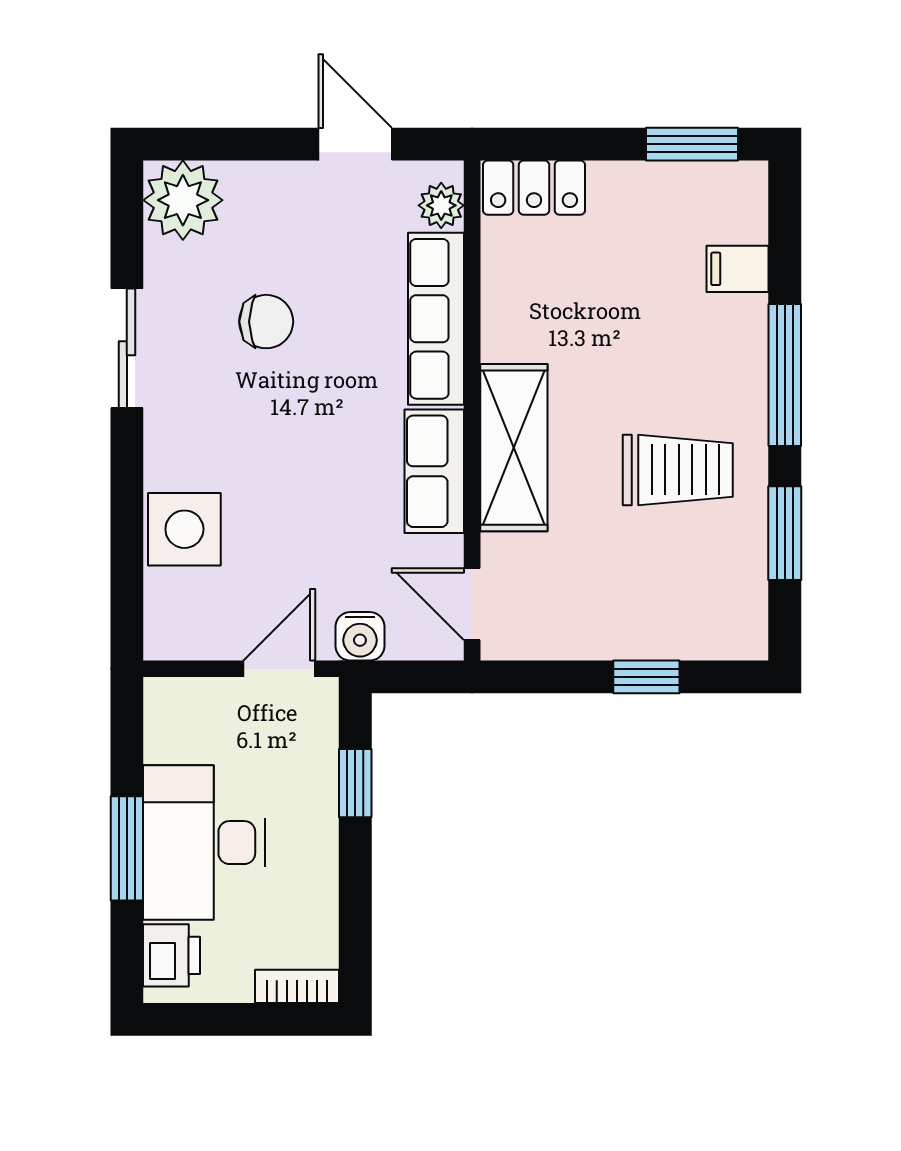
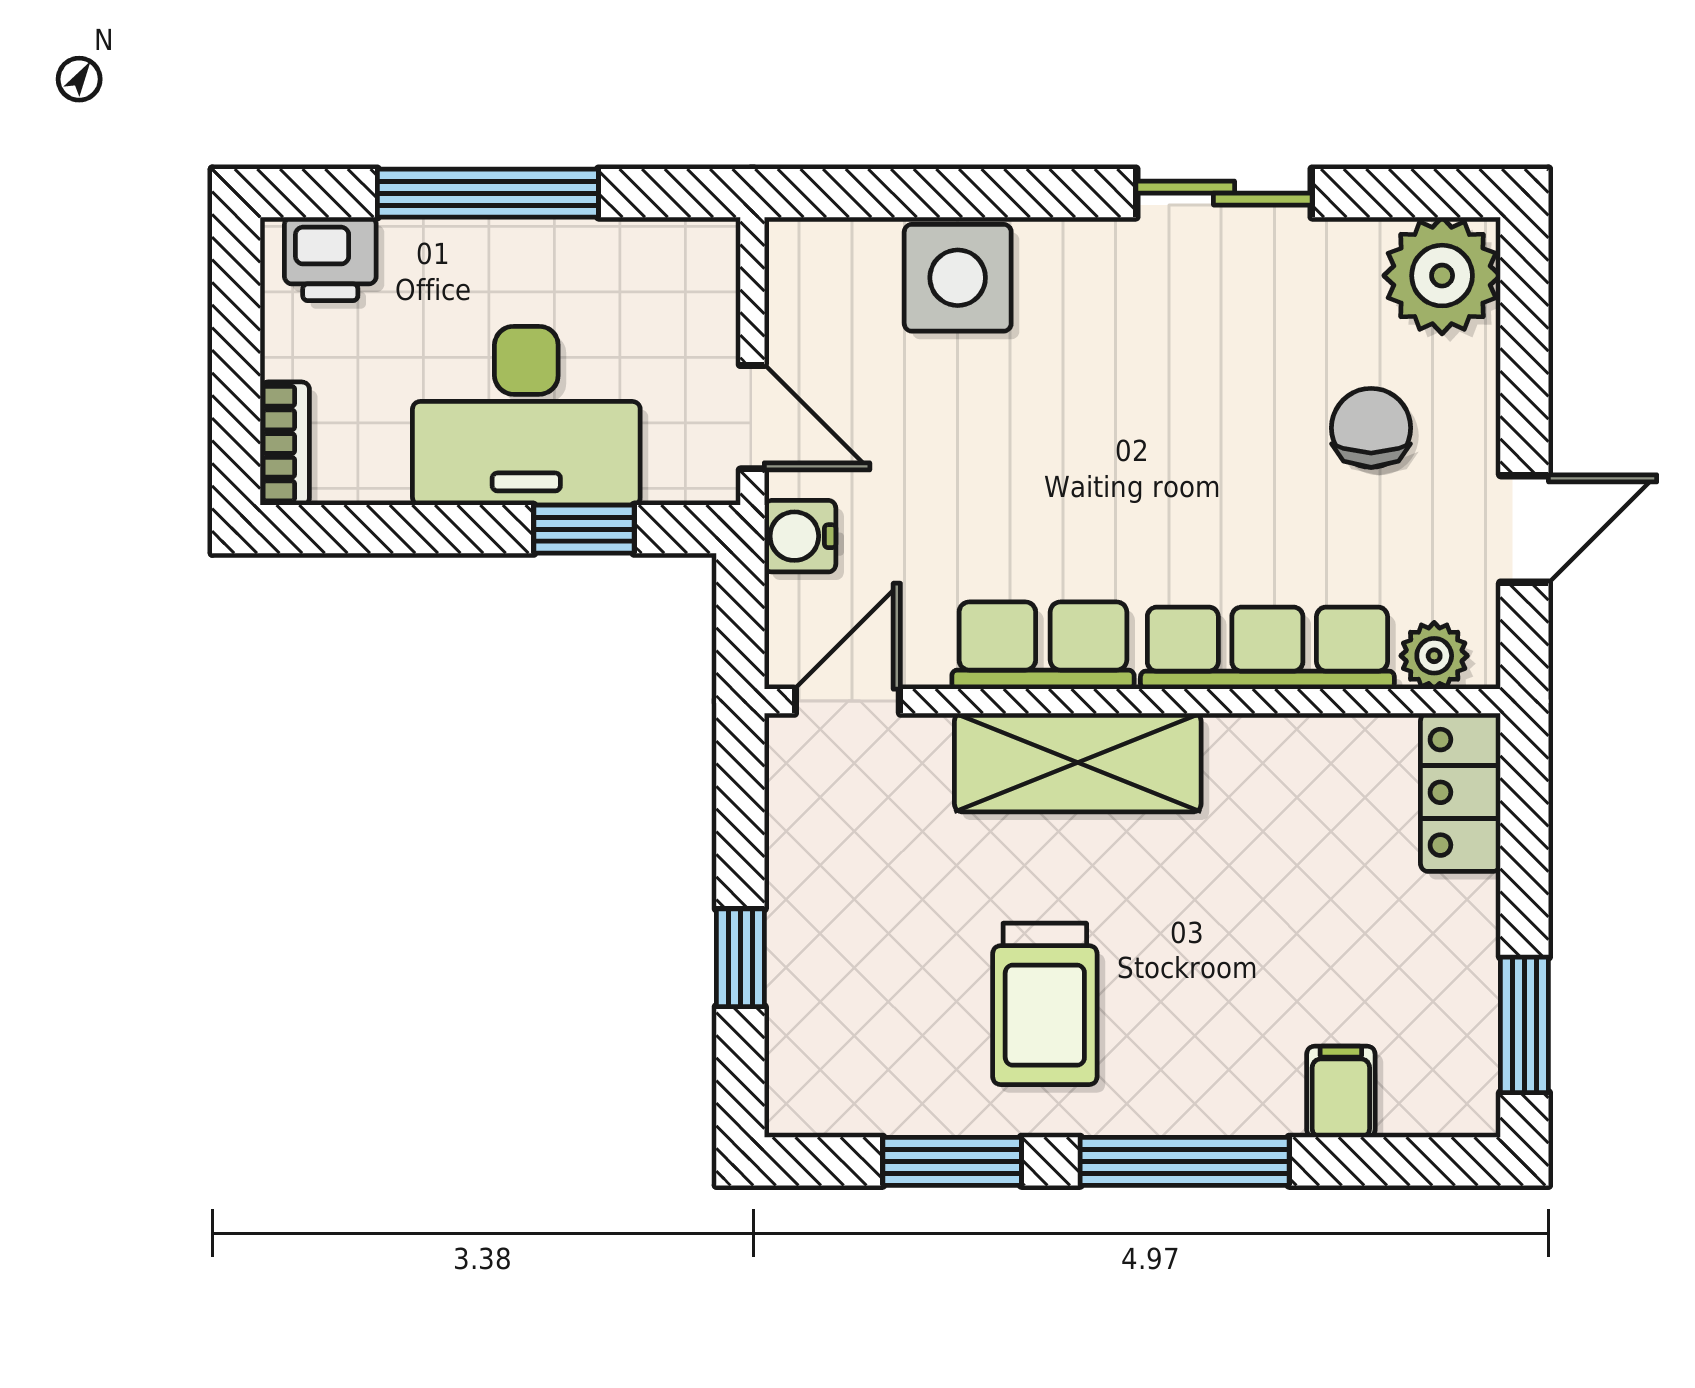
chair: (266, 322) -> (1371, 428), moved, turned 180
desk: (204, 843) -> (526, 416), moved, turned 180
window: (127, 848) -> (488, 193), width x1.44

